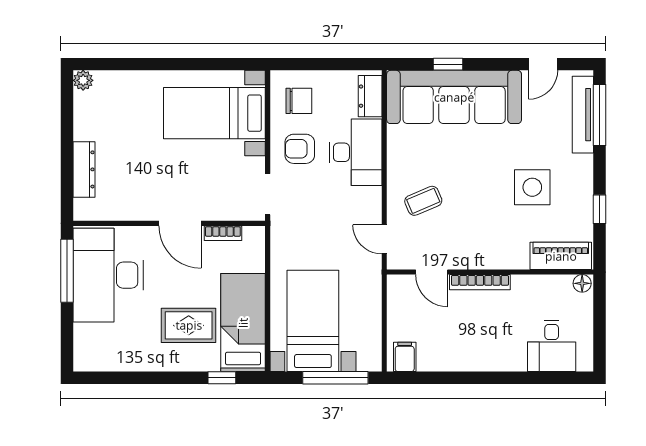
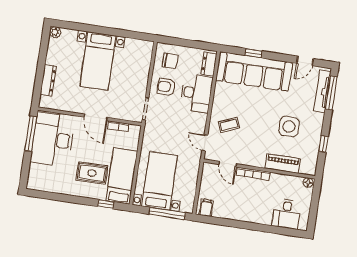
bed with nightstands: (214, 113) -> (98, 61), moved, turned -90
piano: (561, 256) -> (283, 164), moved

